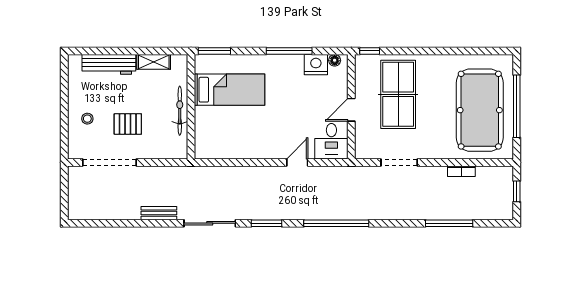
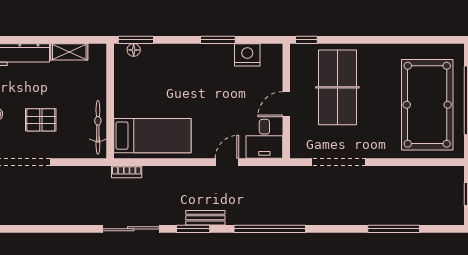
window: (289, 51) -> (218, 40), width x0.69
floor lamp: (335, 60) -> (134, 50), moved
bed: (229, 90) -> (152, 136), moved
bicycle: (180, 111) -> (98, 127), moved
doorway: (399, 162) -> (339, 162), width x1.36
bookcase: (461, 171) -> (127, 172), moved
bench: (159, 213) -> (205, 218), moved

